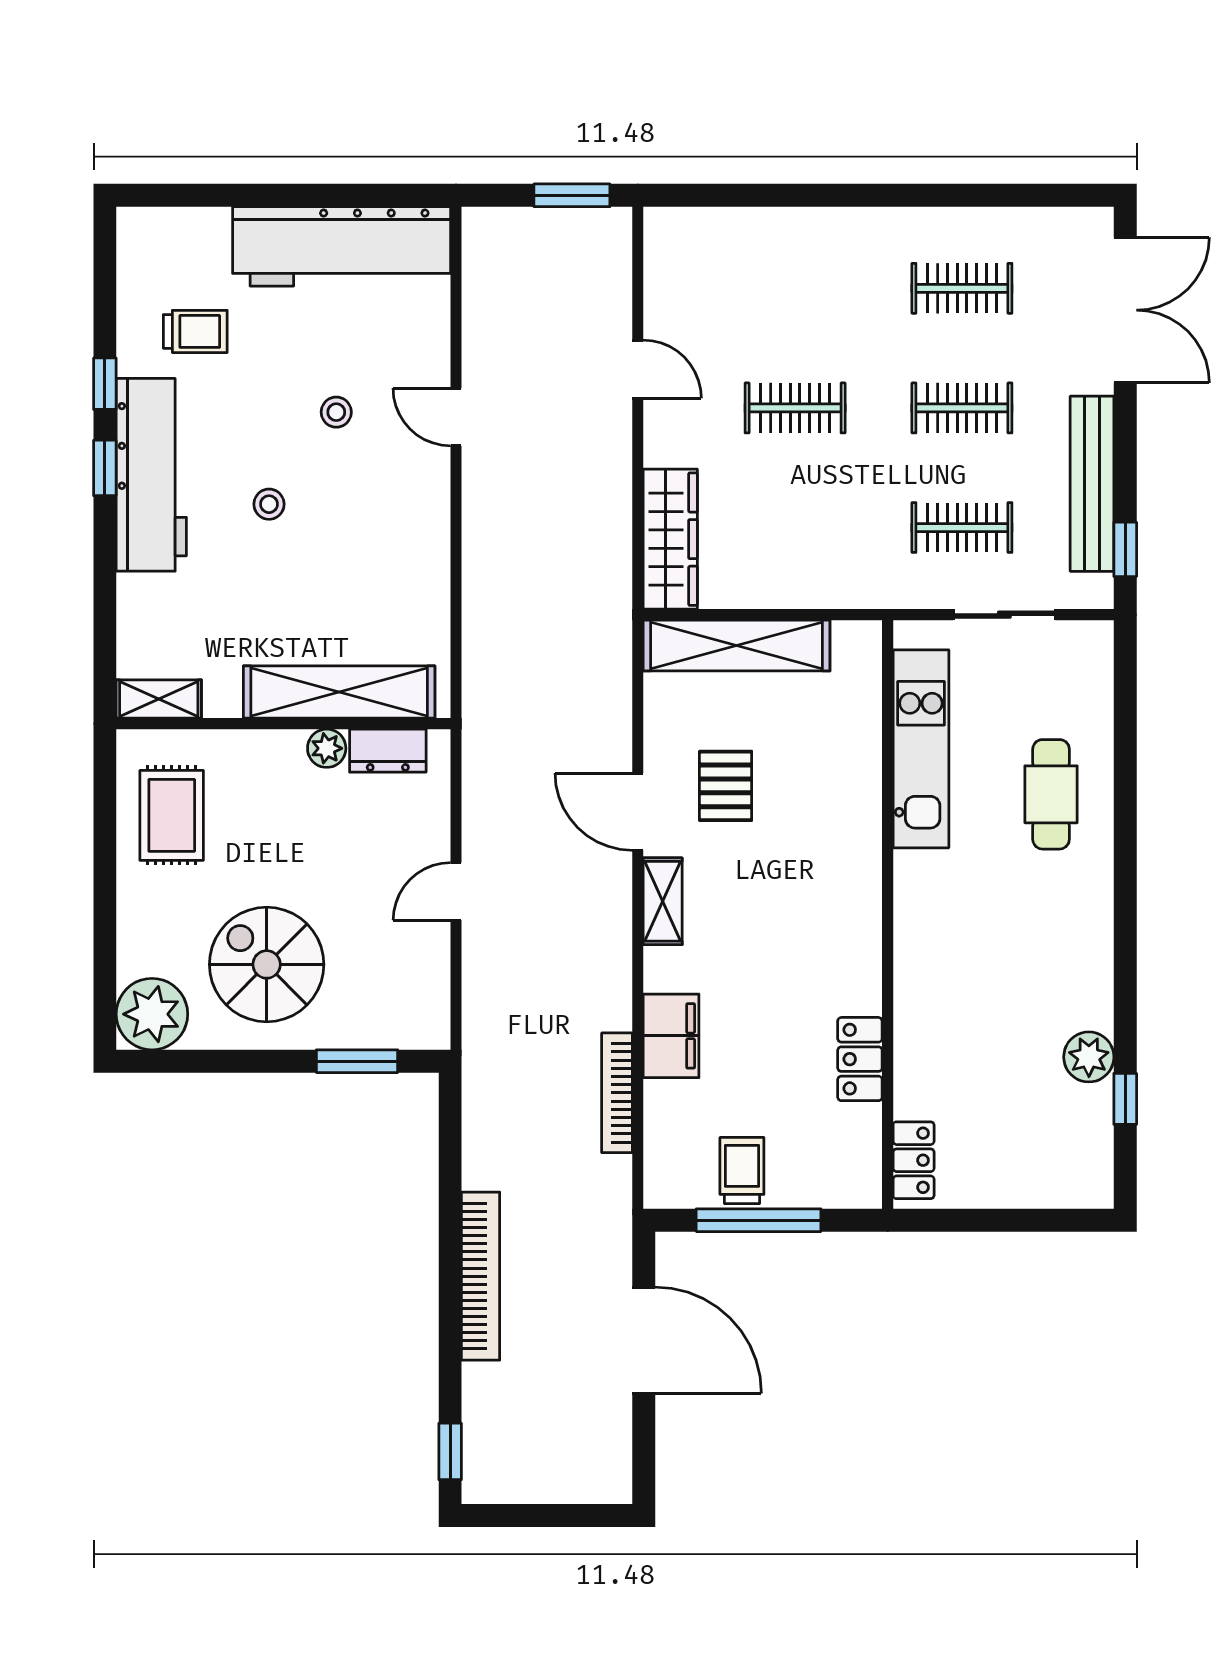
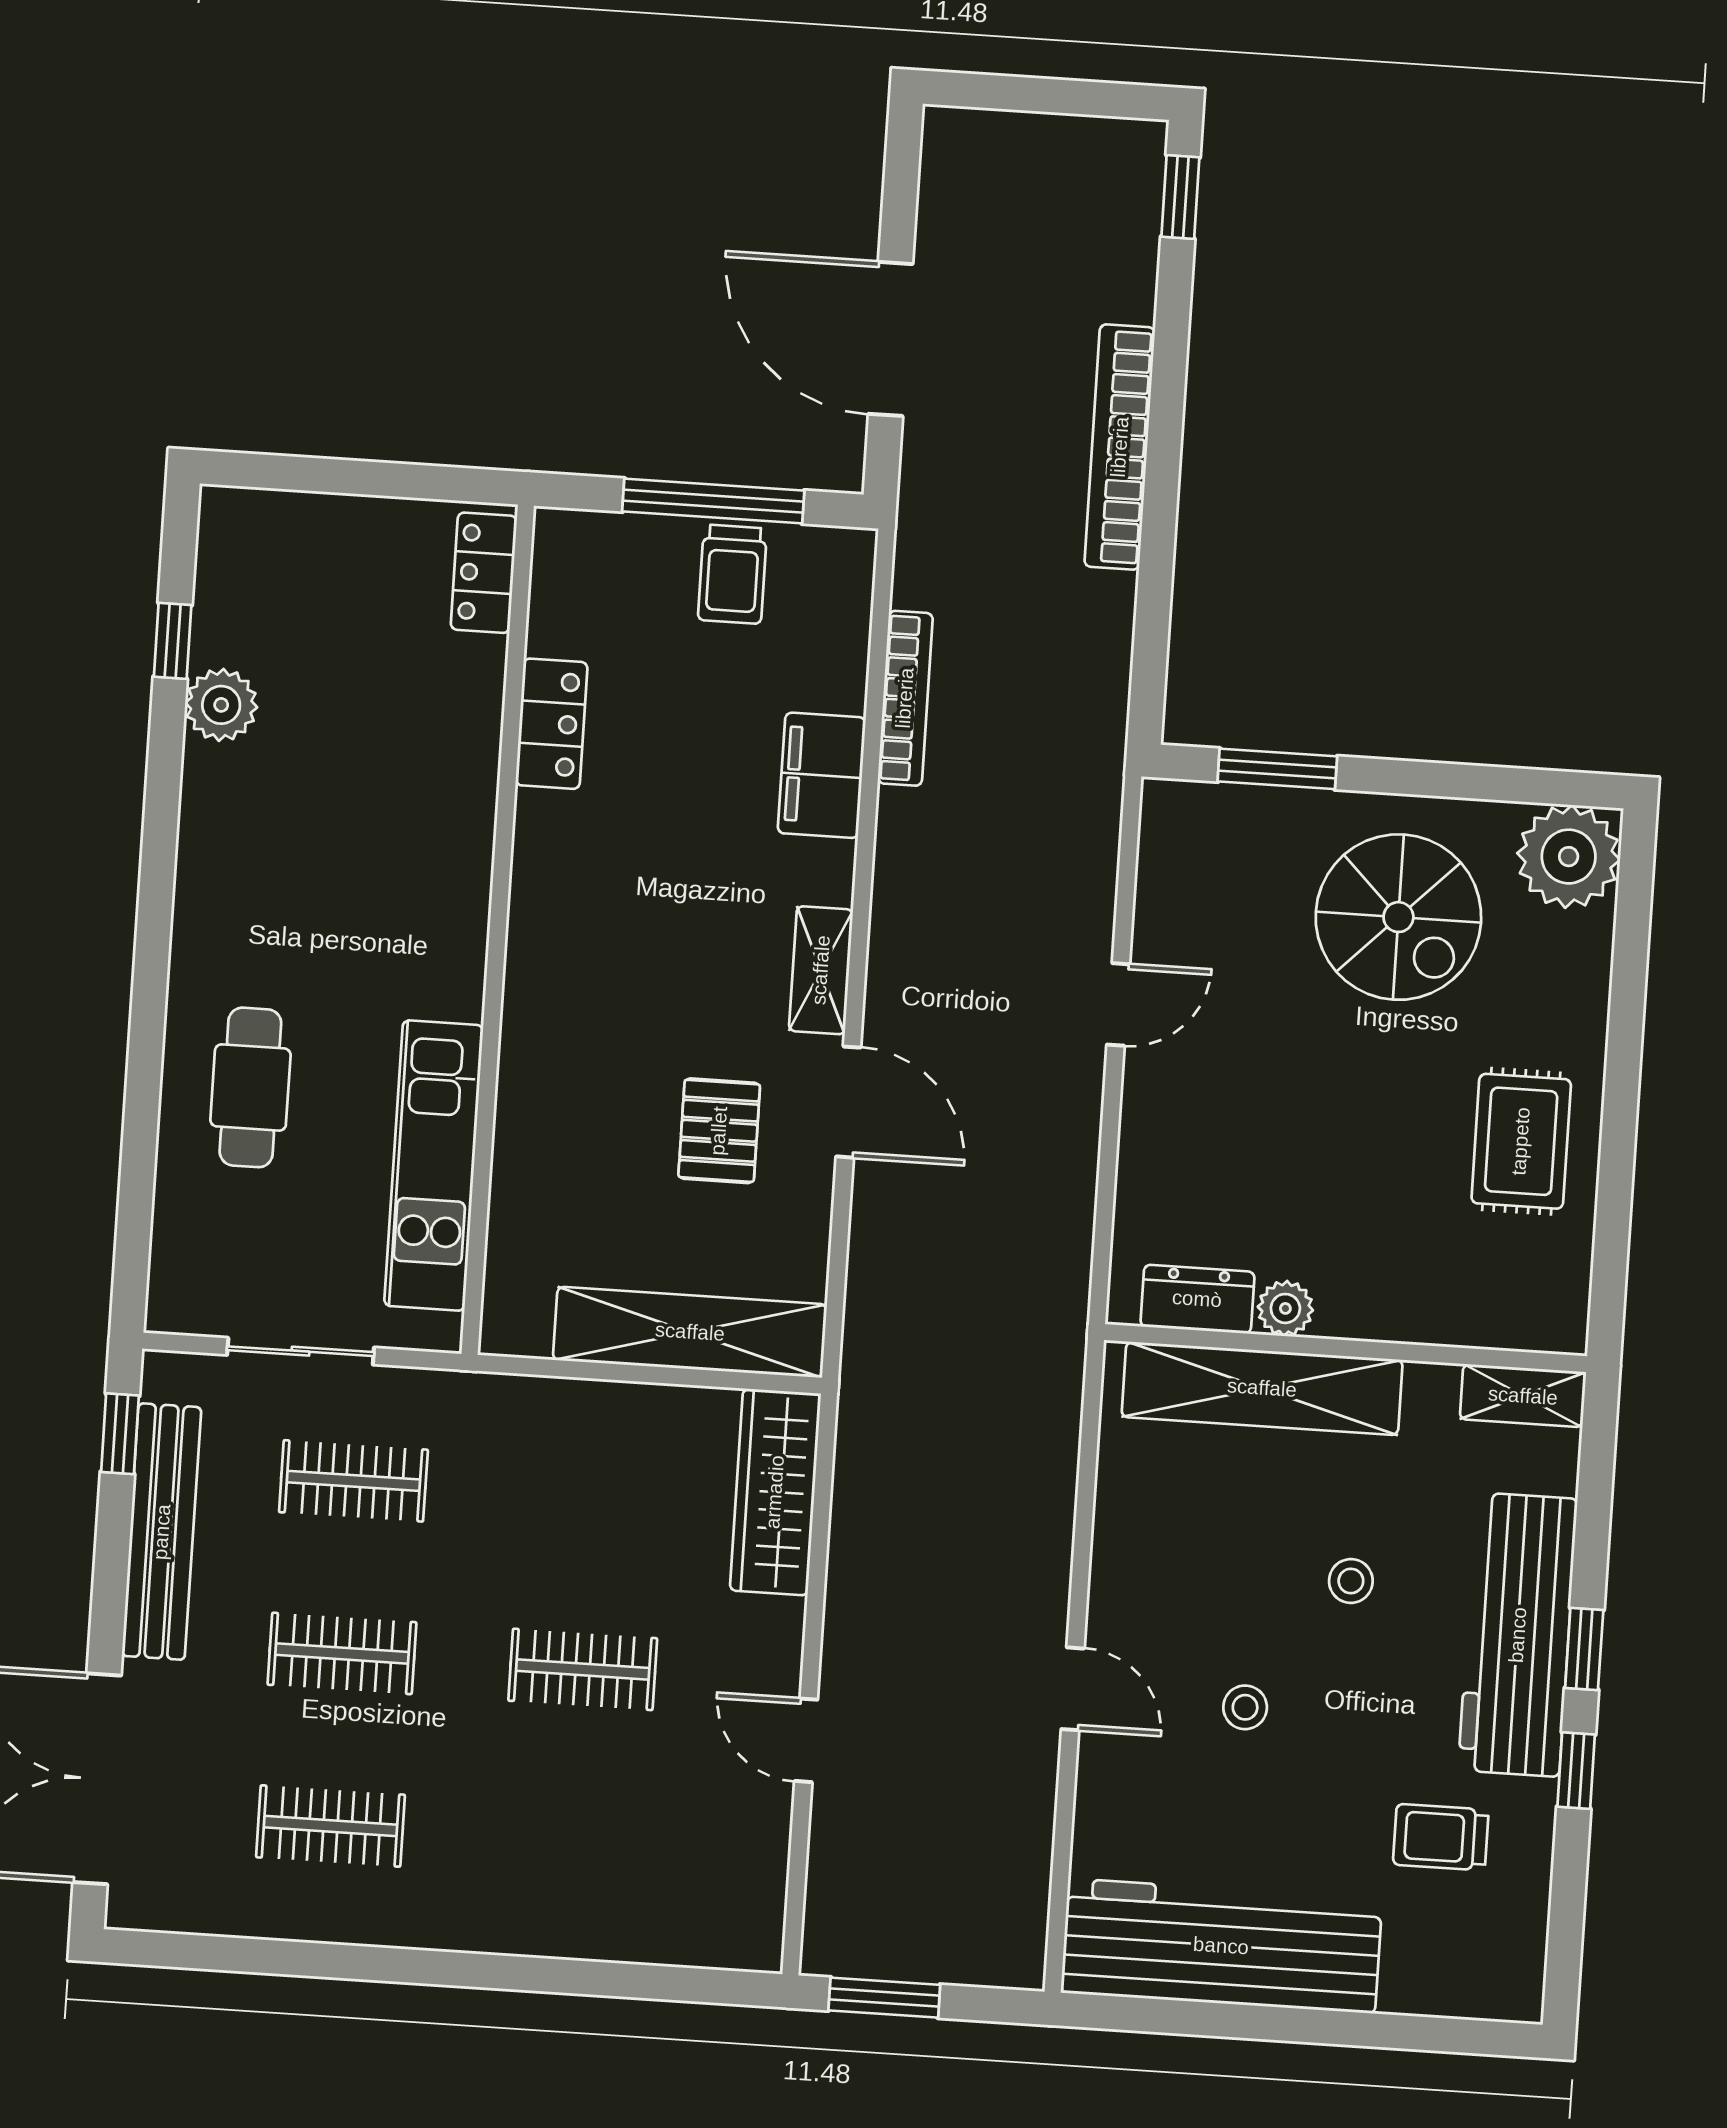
shelving: (339, 692) -> (1262, 1388), moved
shelving: (159, 699) -> (1523, 1396), moved
wall: (283, 724) -> (1345, 1348), moved
plant: (327, 748) -> (1285, 1308), moved
dresser: (388, 751) -> (1197, 1299), moved

